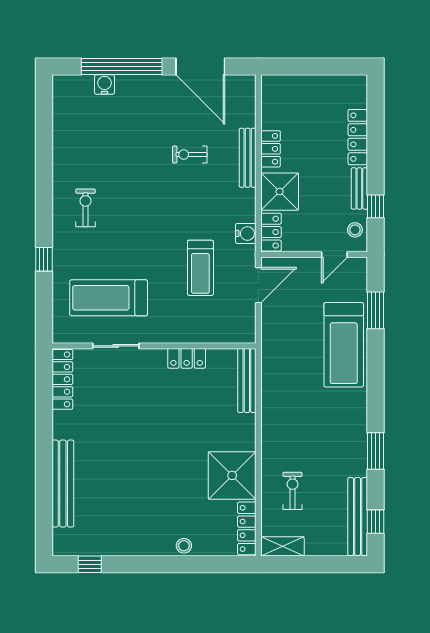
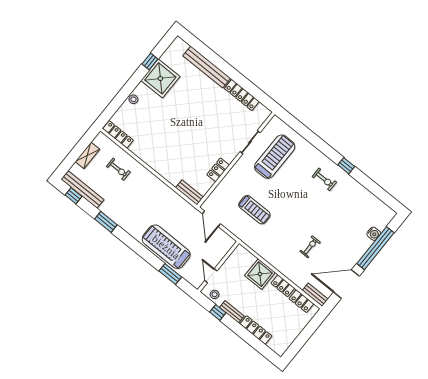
bench: (248, 158) -> (315, 295), moved, width x0.73
locker: (271, 232) -> (301, 301), moved
water cooler: (246, 233) -> (253, 243), removed
window: (44, 259) -> (346, 166), moved
treadmill: (200, 268) -> (254, 210), turned 180
door: (258, 285) -> (211, 219), moved
locker: (62, 379) -> (242, 95), moved
bench: (247, 380) -> (190, 192), width x0.73
shower: (232, 475) -> (160, 78), moved
shelving: (282, 546) -> (87, 155), moved
window: (90, 564) -> (150, 62), moved

